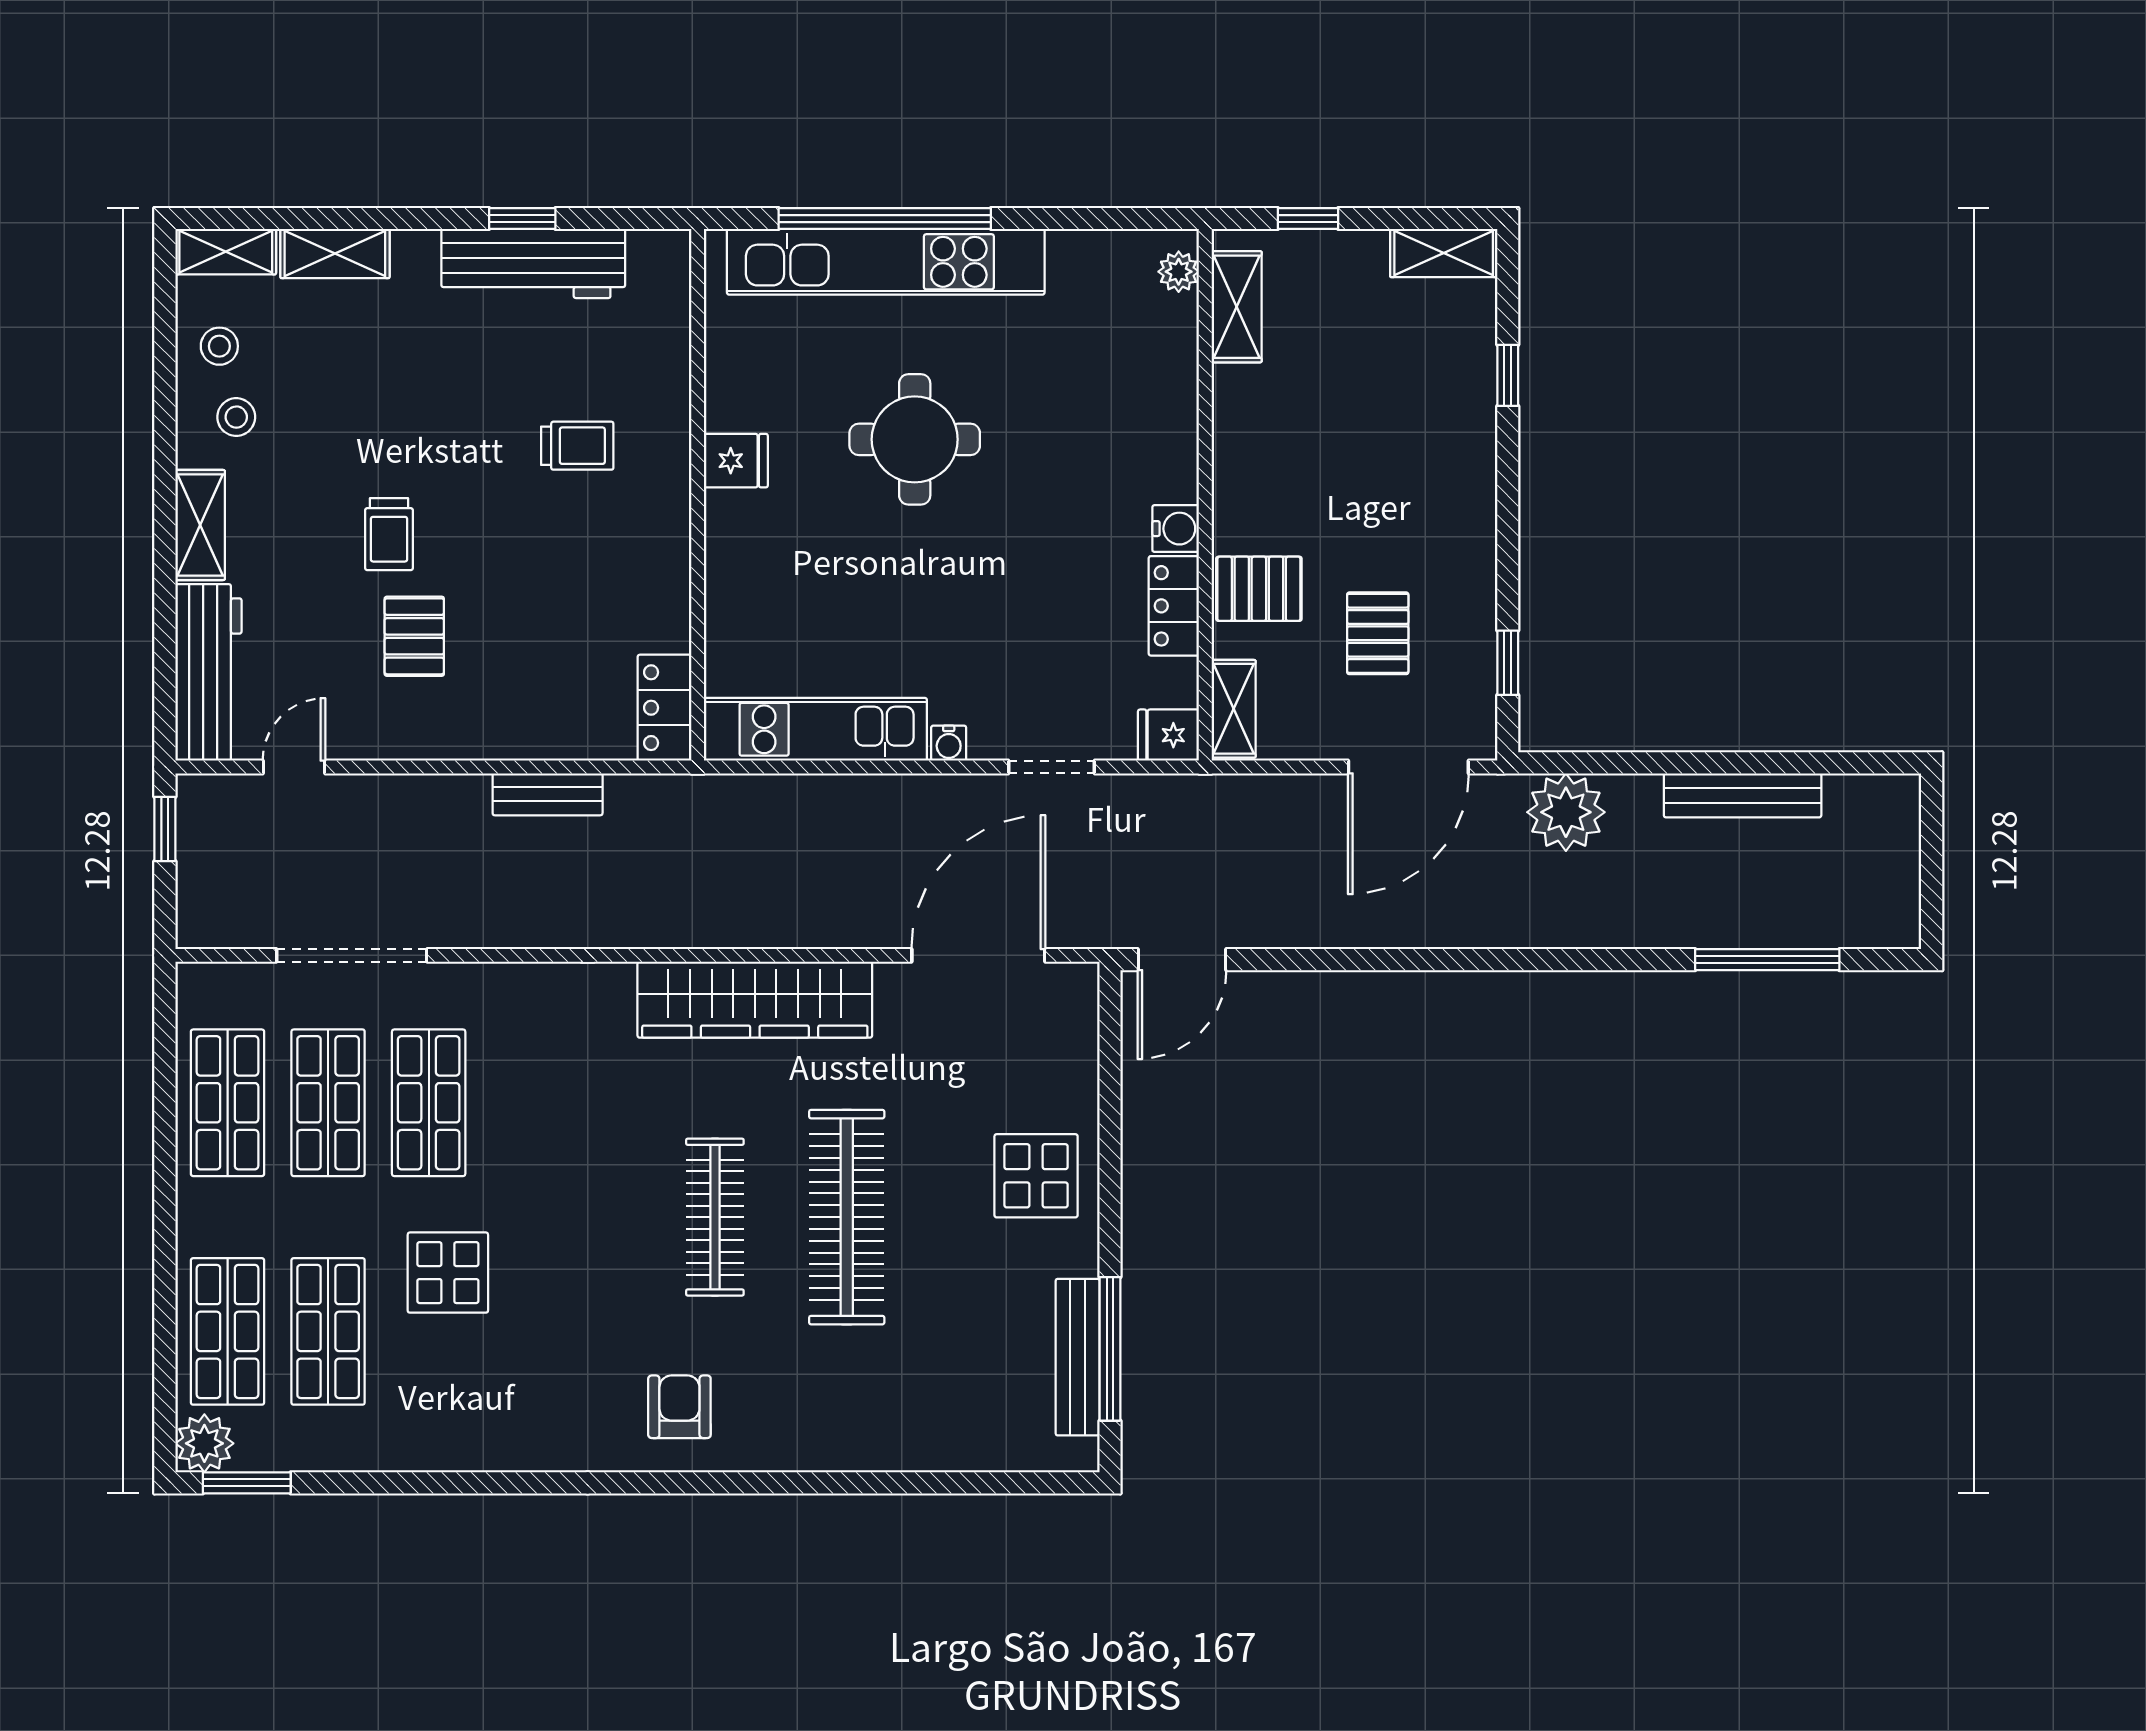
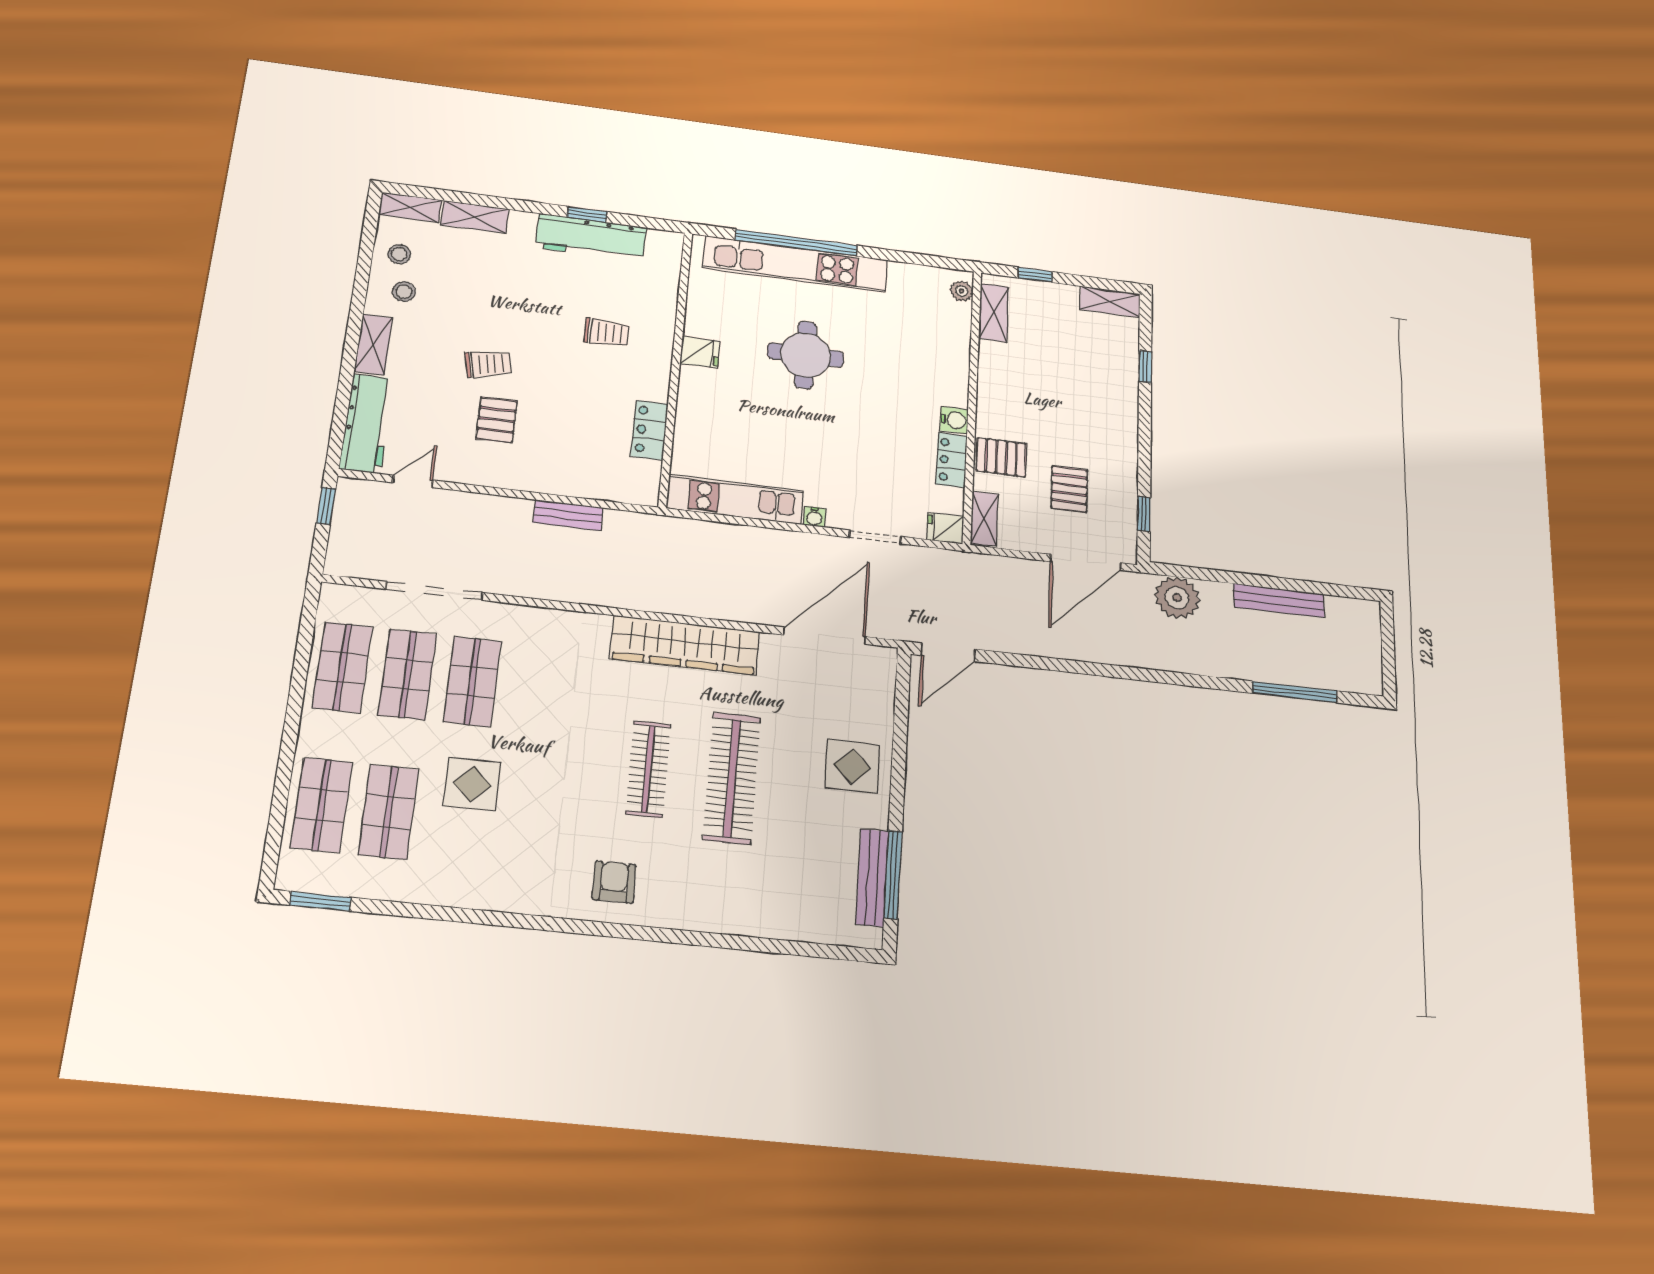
trolley: (389, 534) -> (488, 364), turned -102
locker: (665, 708) -> (649, 430), moved
plant: (204, 1443) -> (296, 873), removed

